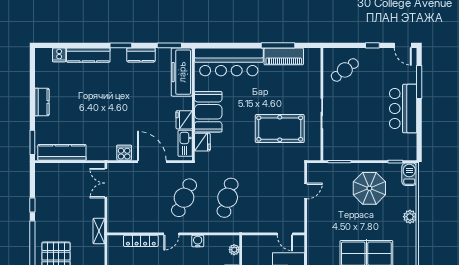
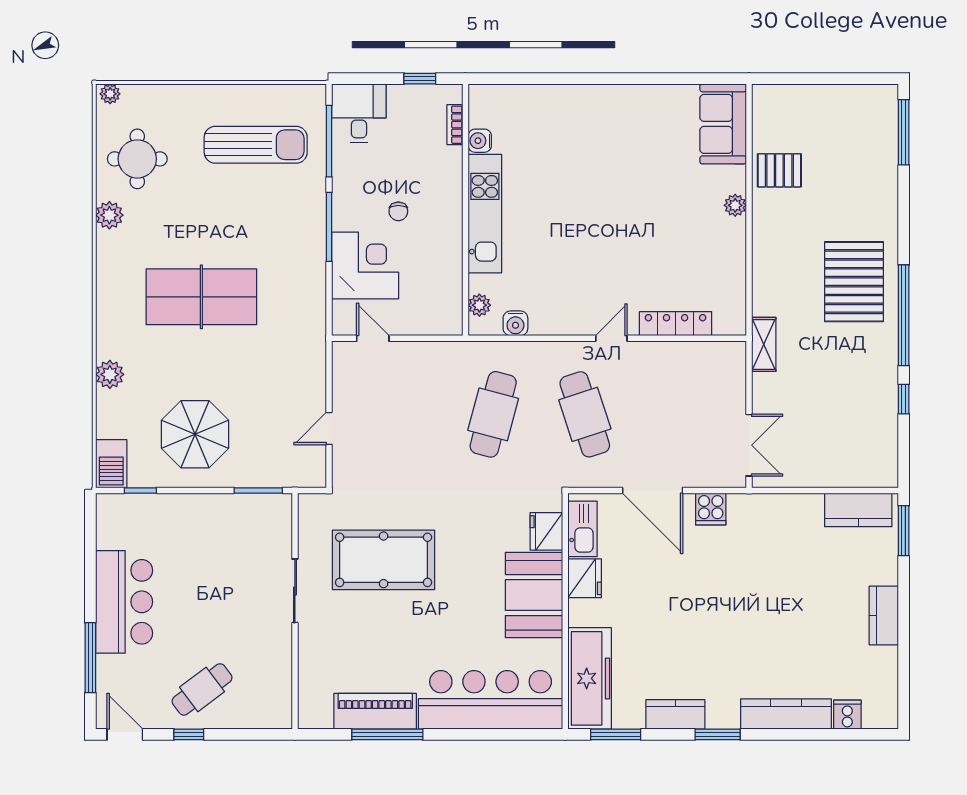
cafe table: (345, 70) -> (202, 689), moved
kitchen counter: (62, 152) -> (858, 510), width x0.67
cafe table: (184, 198) -> (585, 414), turned -42
water cooler: (198, 241) -> (515, 323), moved

